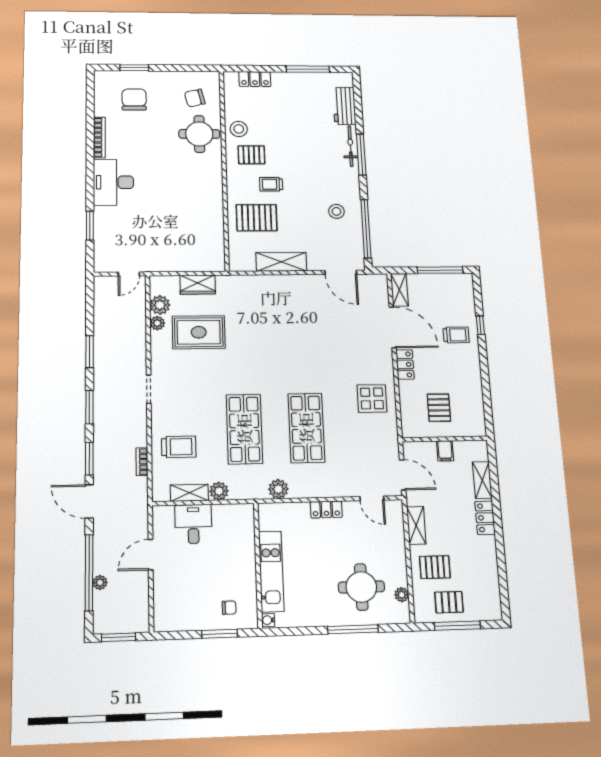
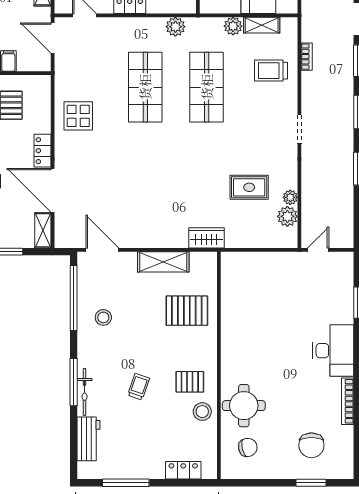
trolley: (271, 184) -> (139, 387), moved, turned -71
wardrobe: (198, 285) -> (206, 238), moved
rug: (199, 332) -> (249, 187), width x0.73, depth x0.70

